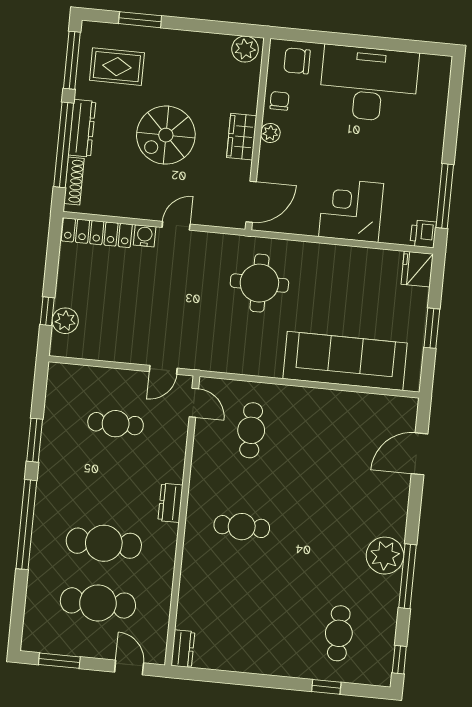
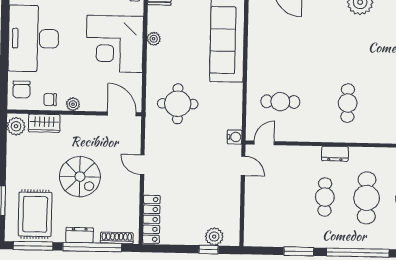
rug: (117, 67) -> (35, 214), width x1.36, depth x1.43
dresser: (82, 128) -> (80, 235), width x0.70
wardrobe: (242, 137) -> (44, 123), moved
corner desk: (351, 210) -> (115, 44), width x1.36, depth x1.36
water cooler: (145, 236) -> (235, 137), moved, turned 180
plant: (355, 256) -> (154, 39), added
cafe table: (116, 424) -> (325, 197), moved

